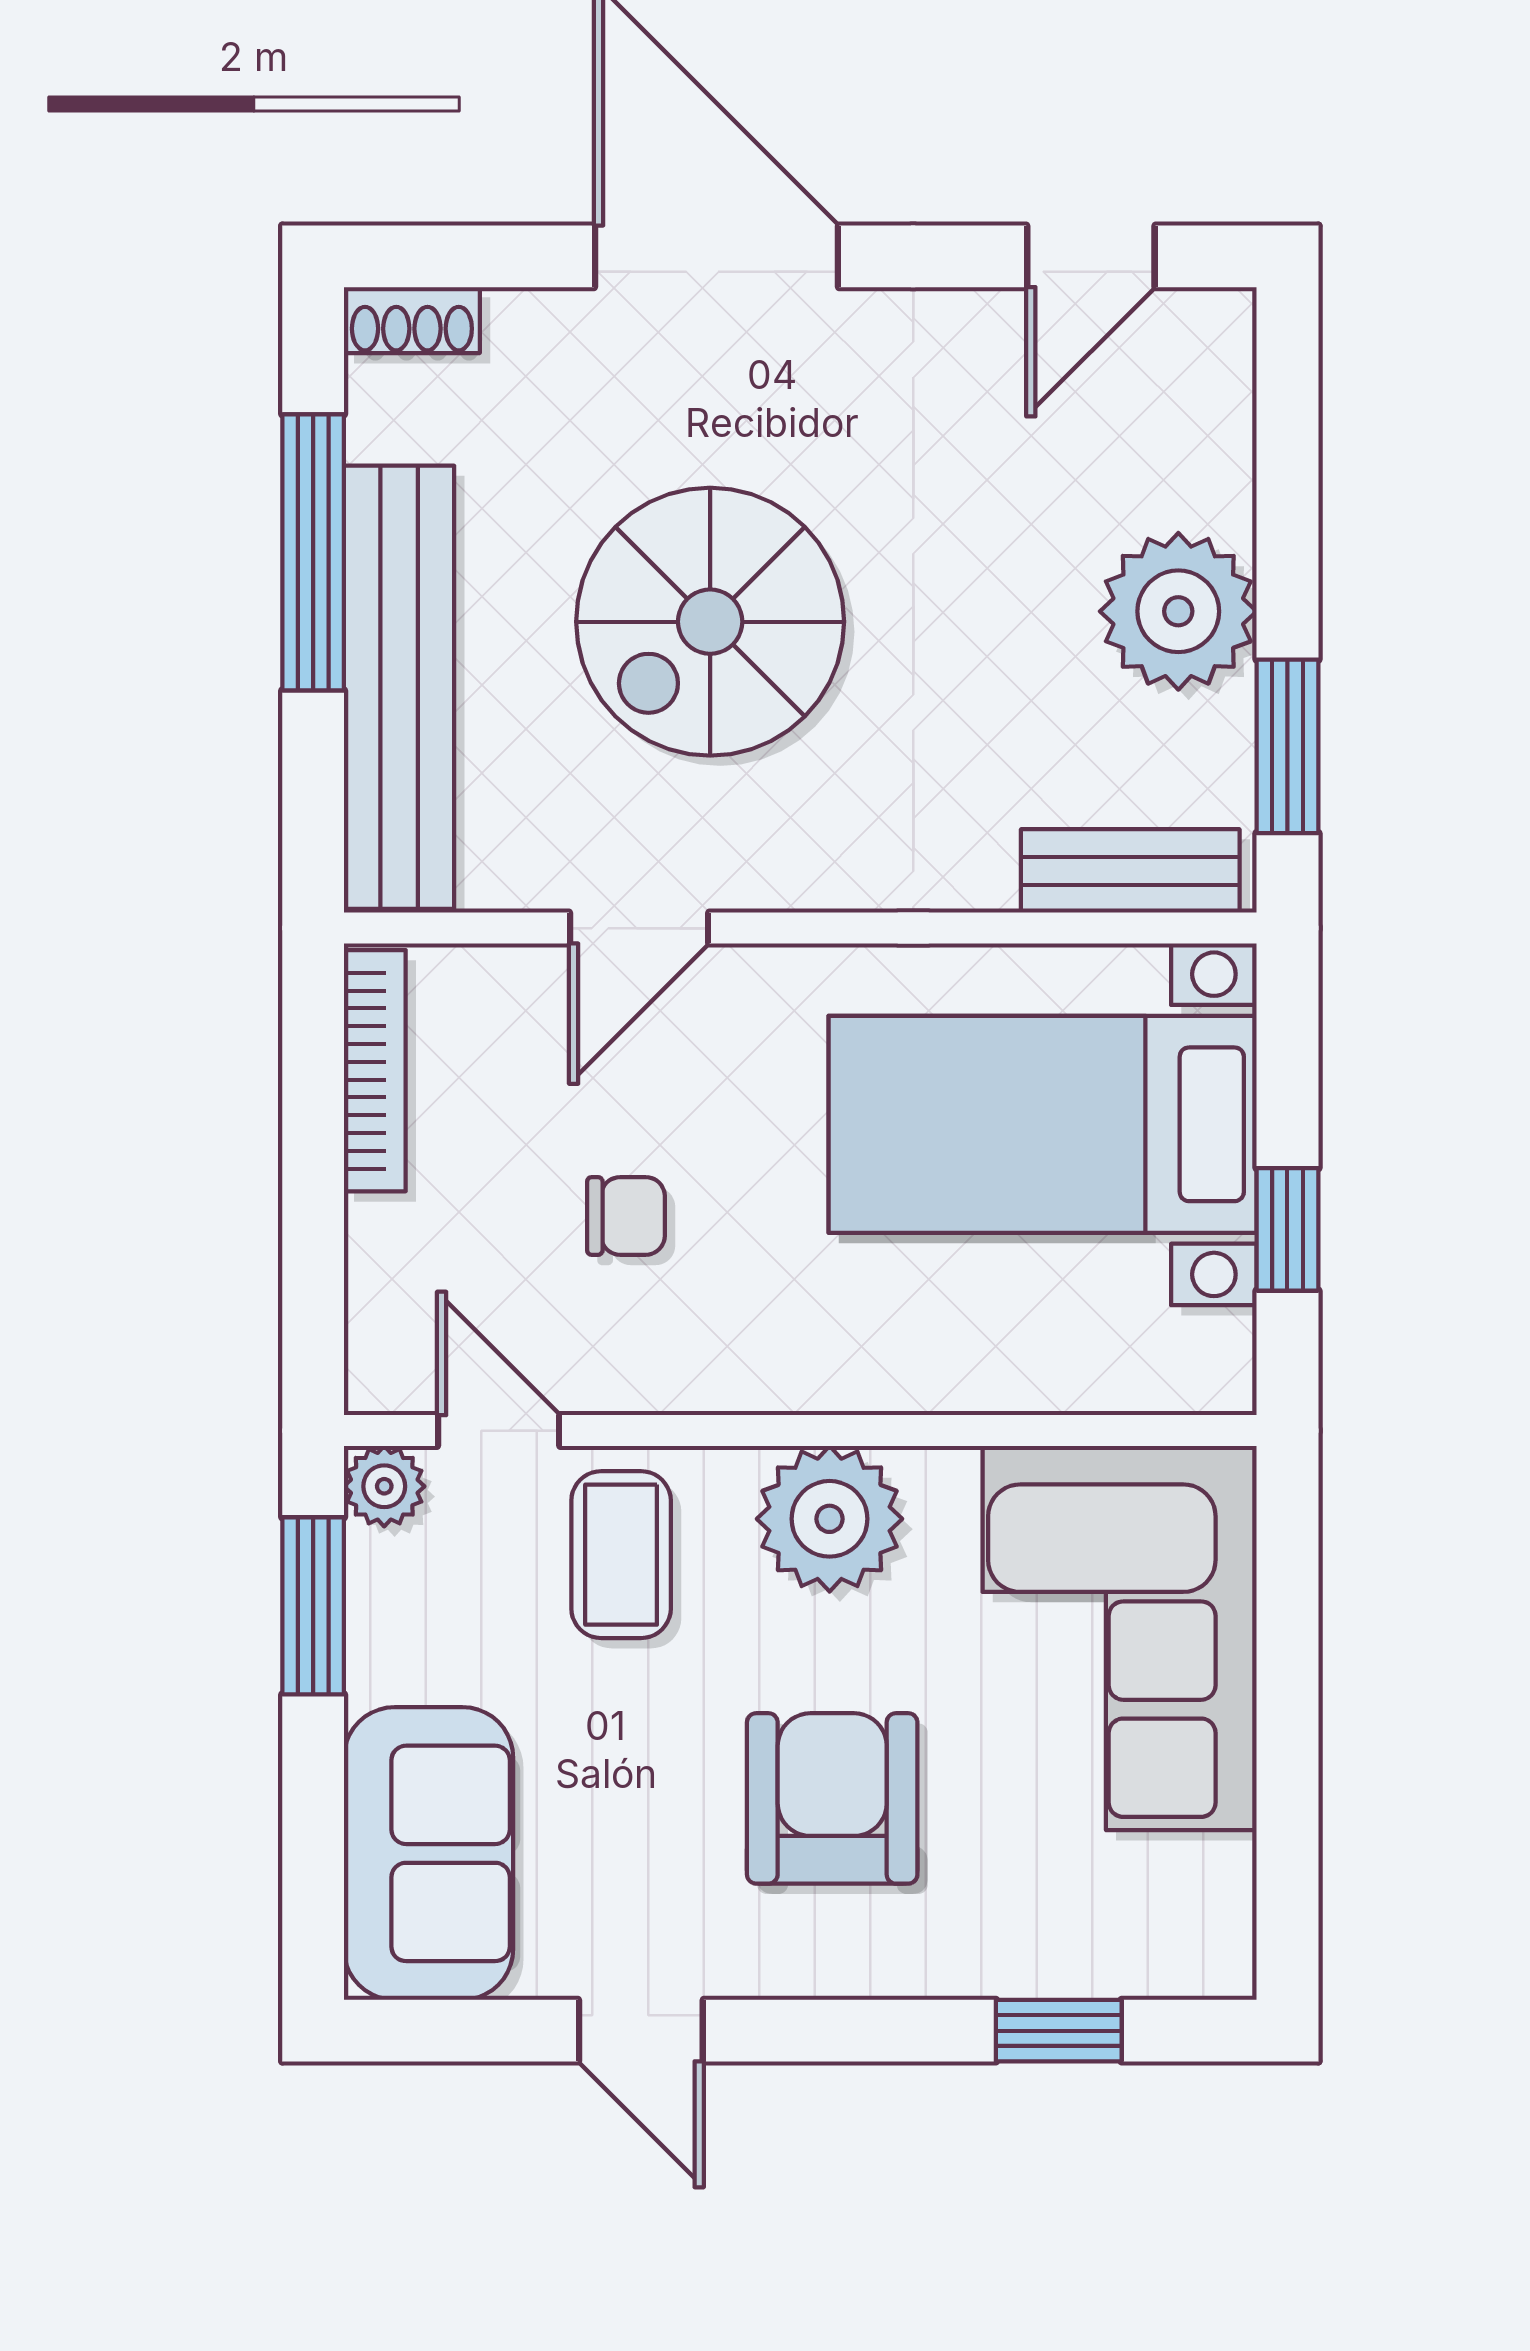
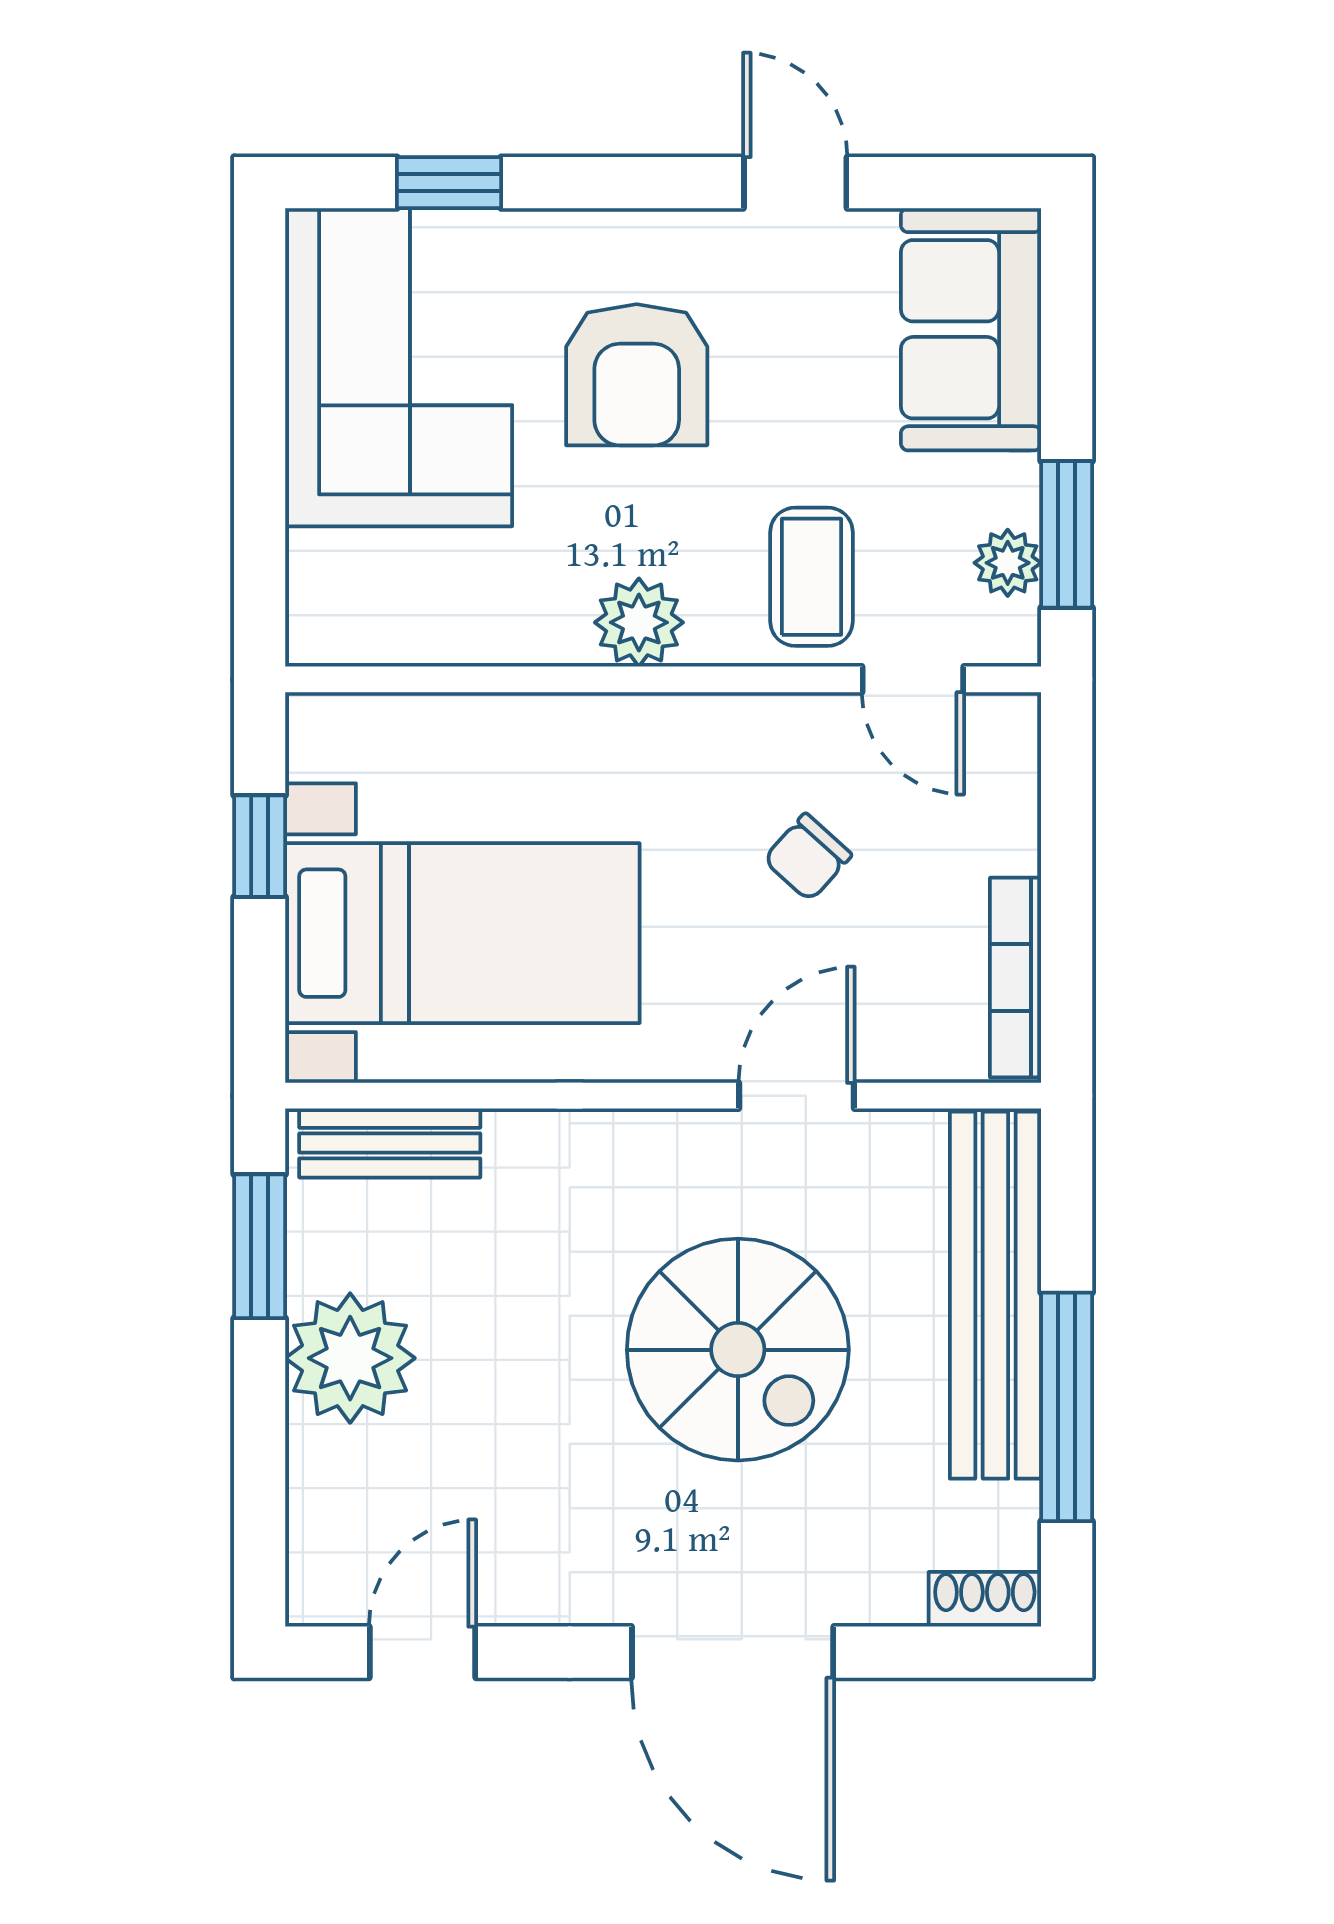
spiral stairs: (710, 622) -> (738, 1350), turned 90
chair: (626, 1216) -> (808, 857), turned -48
plant: (384, 1486) -> (1008, 563), moved
plant: (830, 1519) -> (639, 622), width x0.73, depth x0.73
corner sofa: (1120, 1638) -> (399, 367), moved

